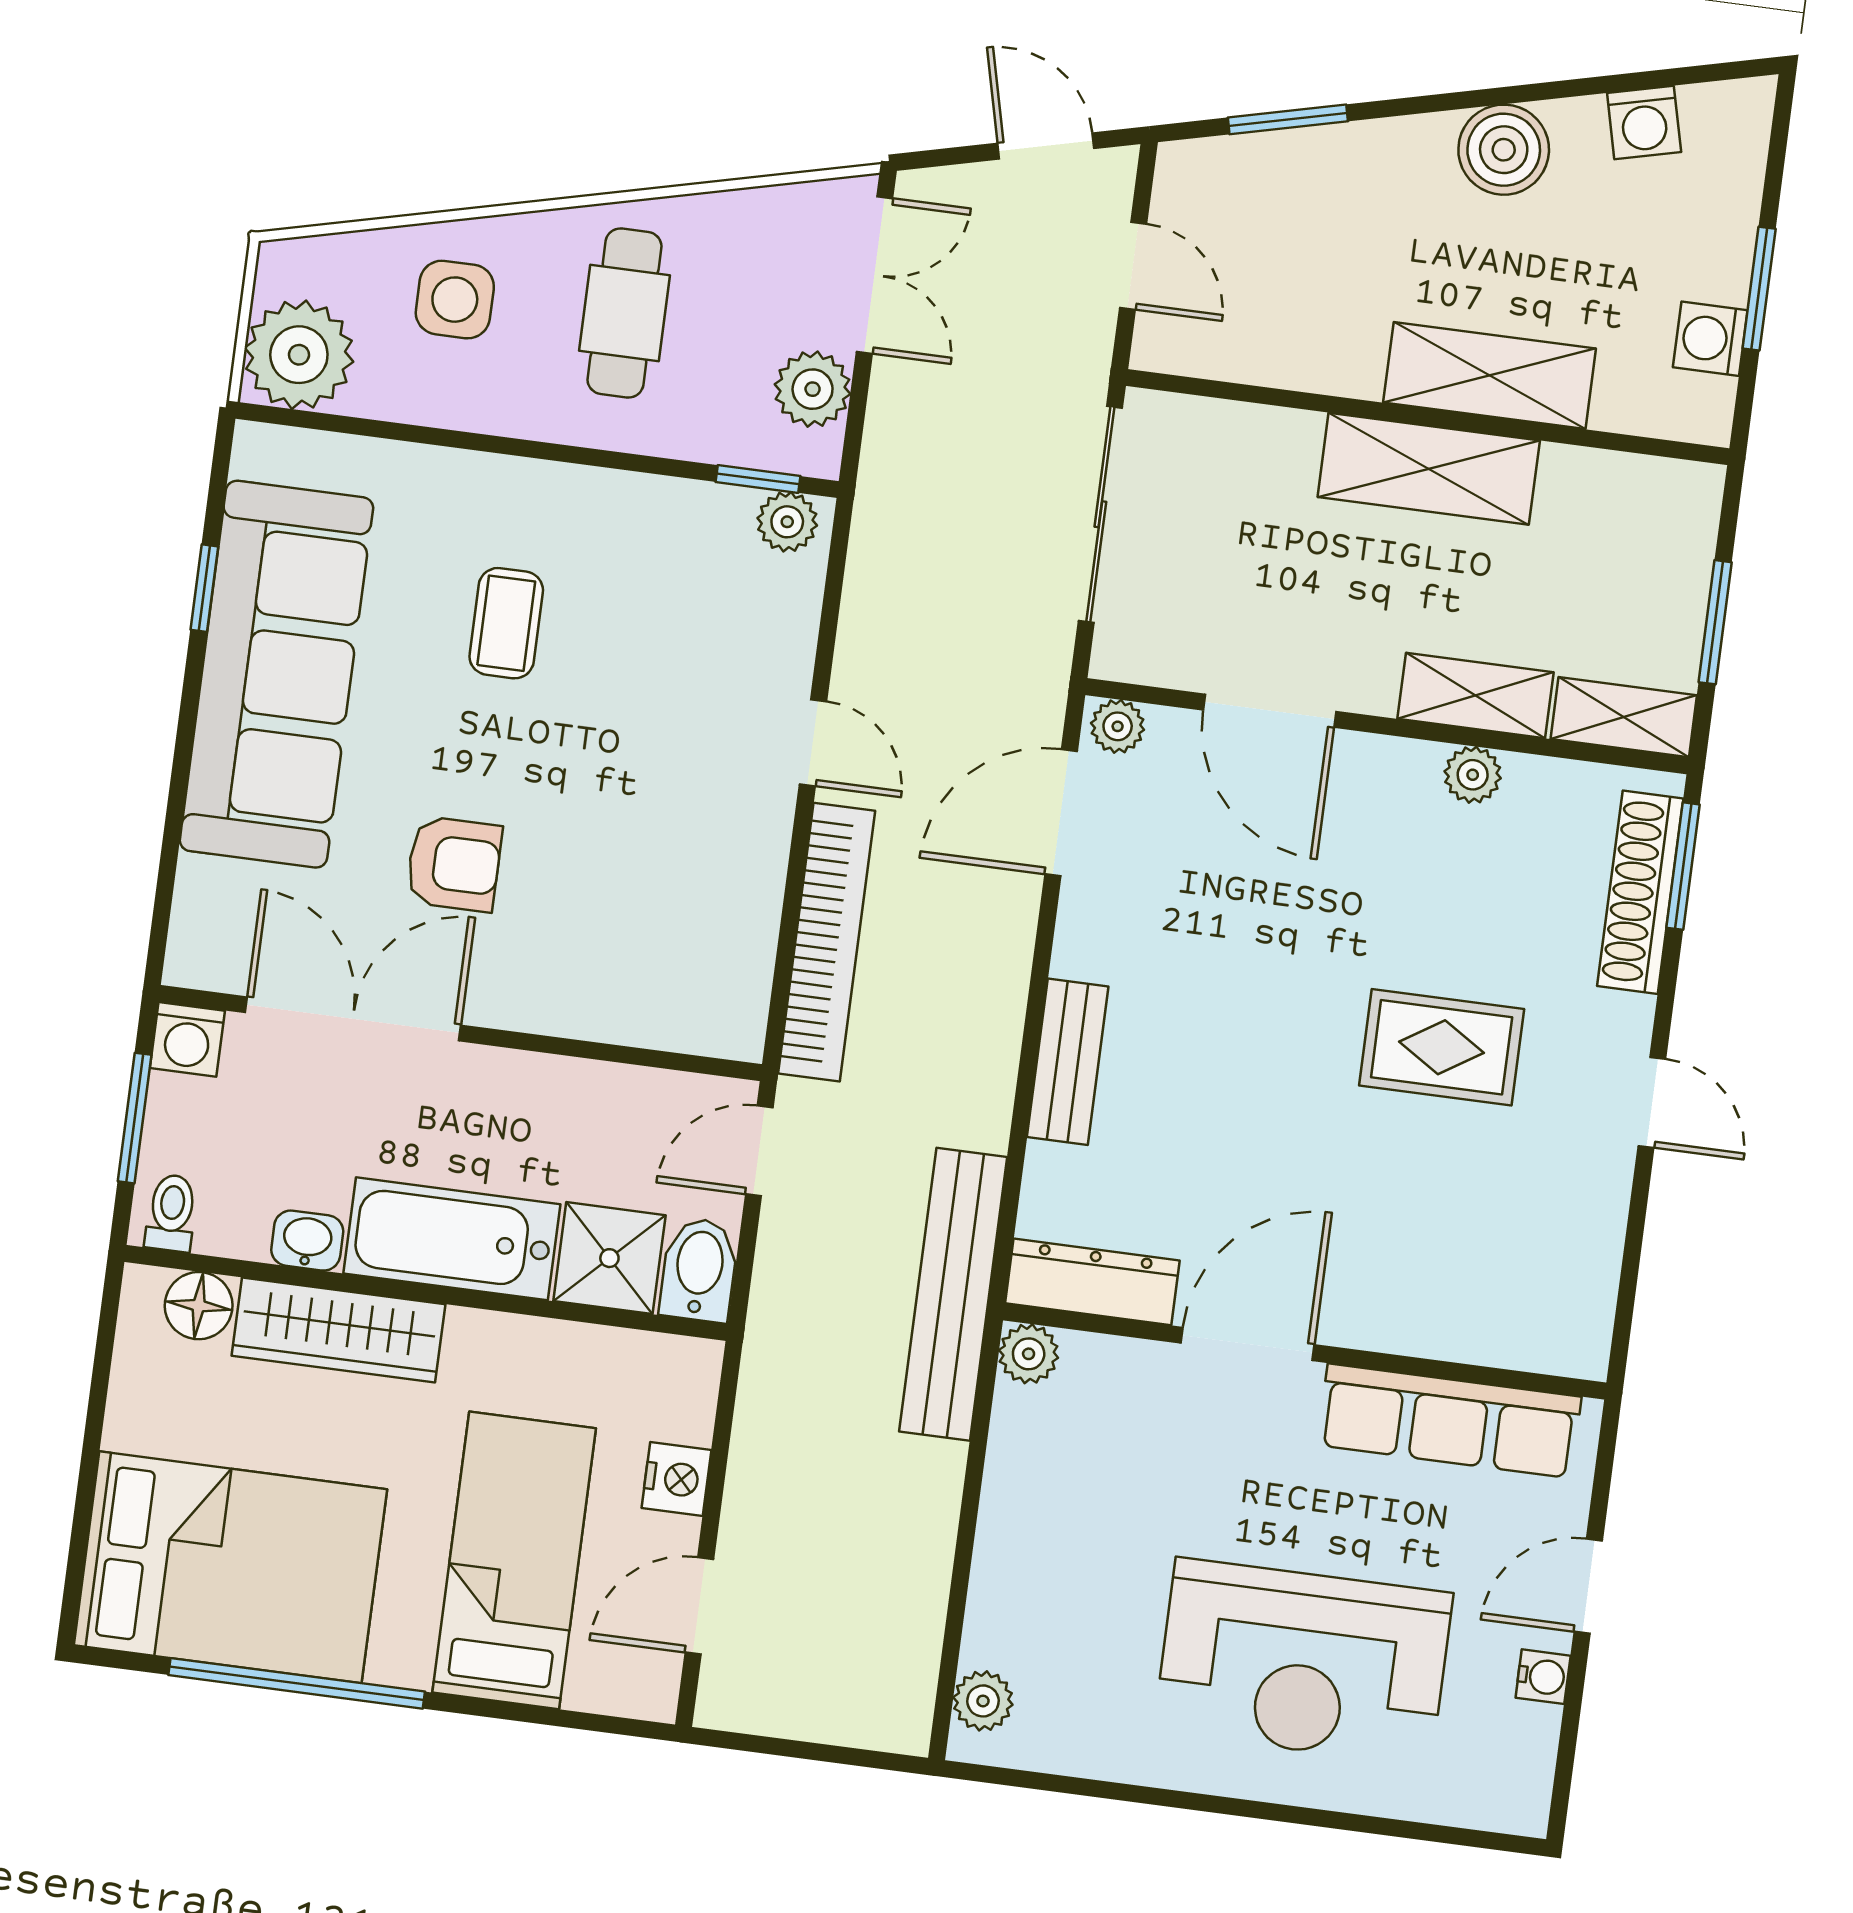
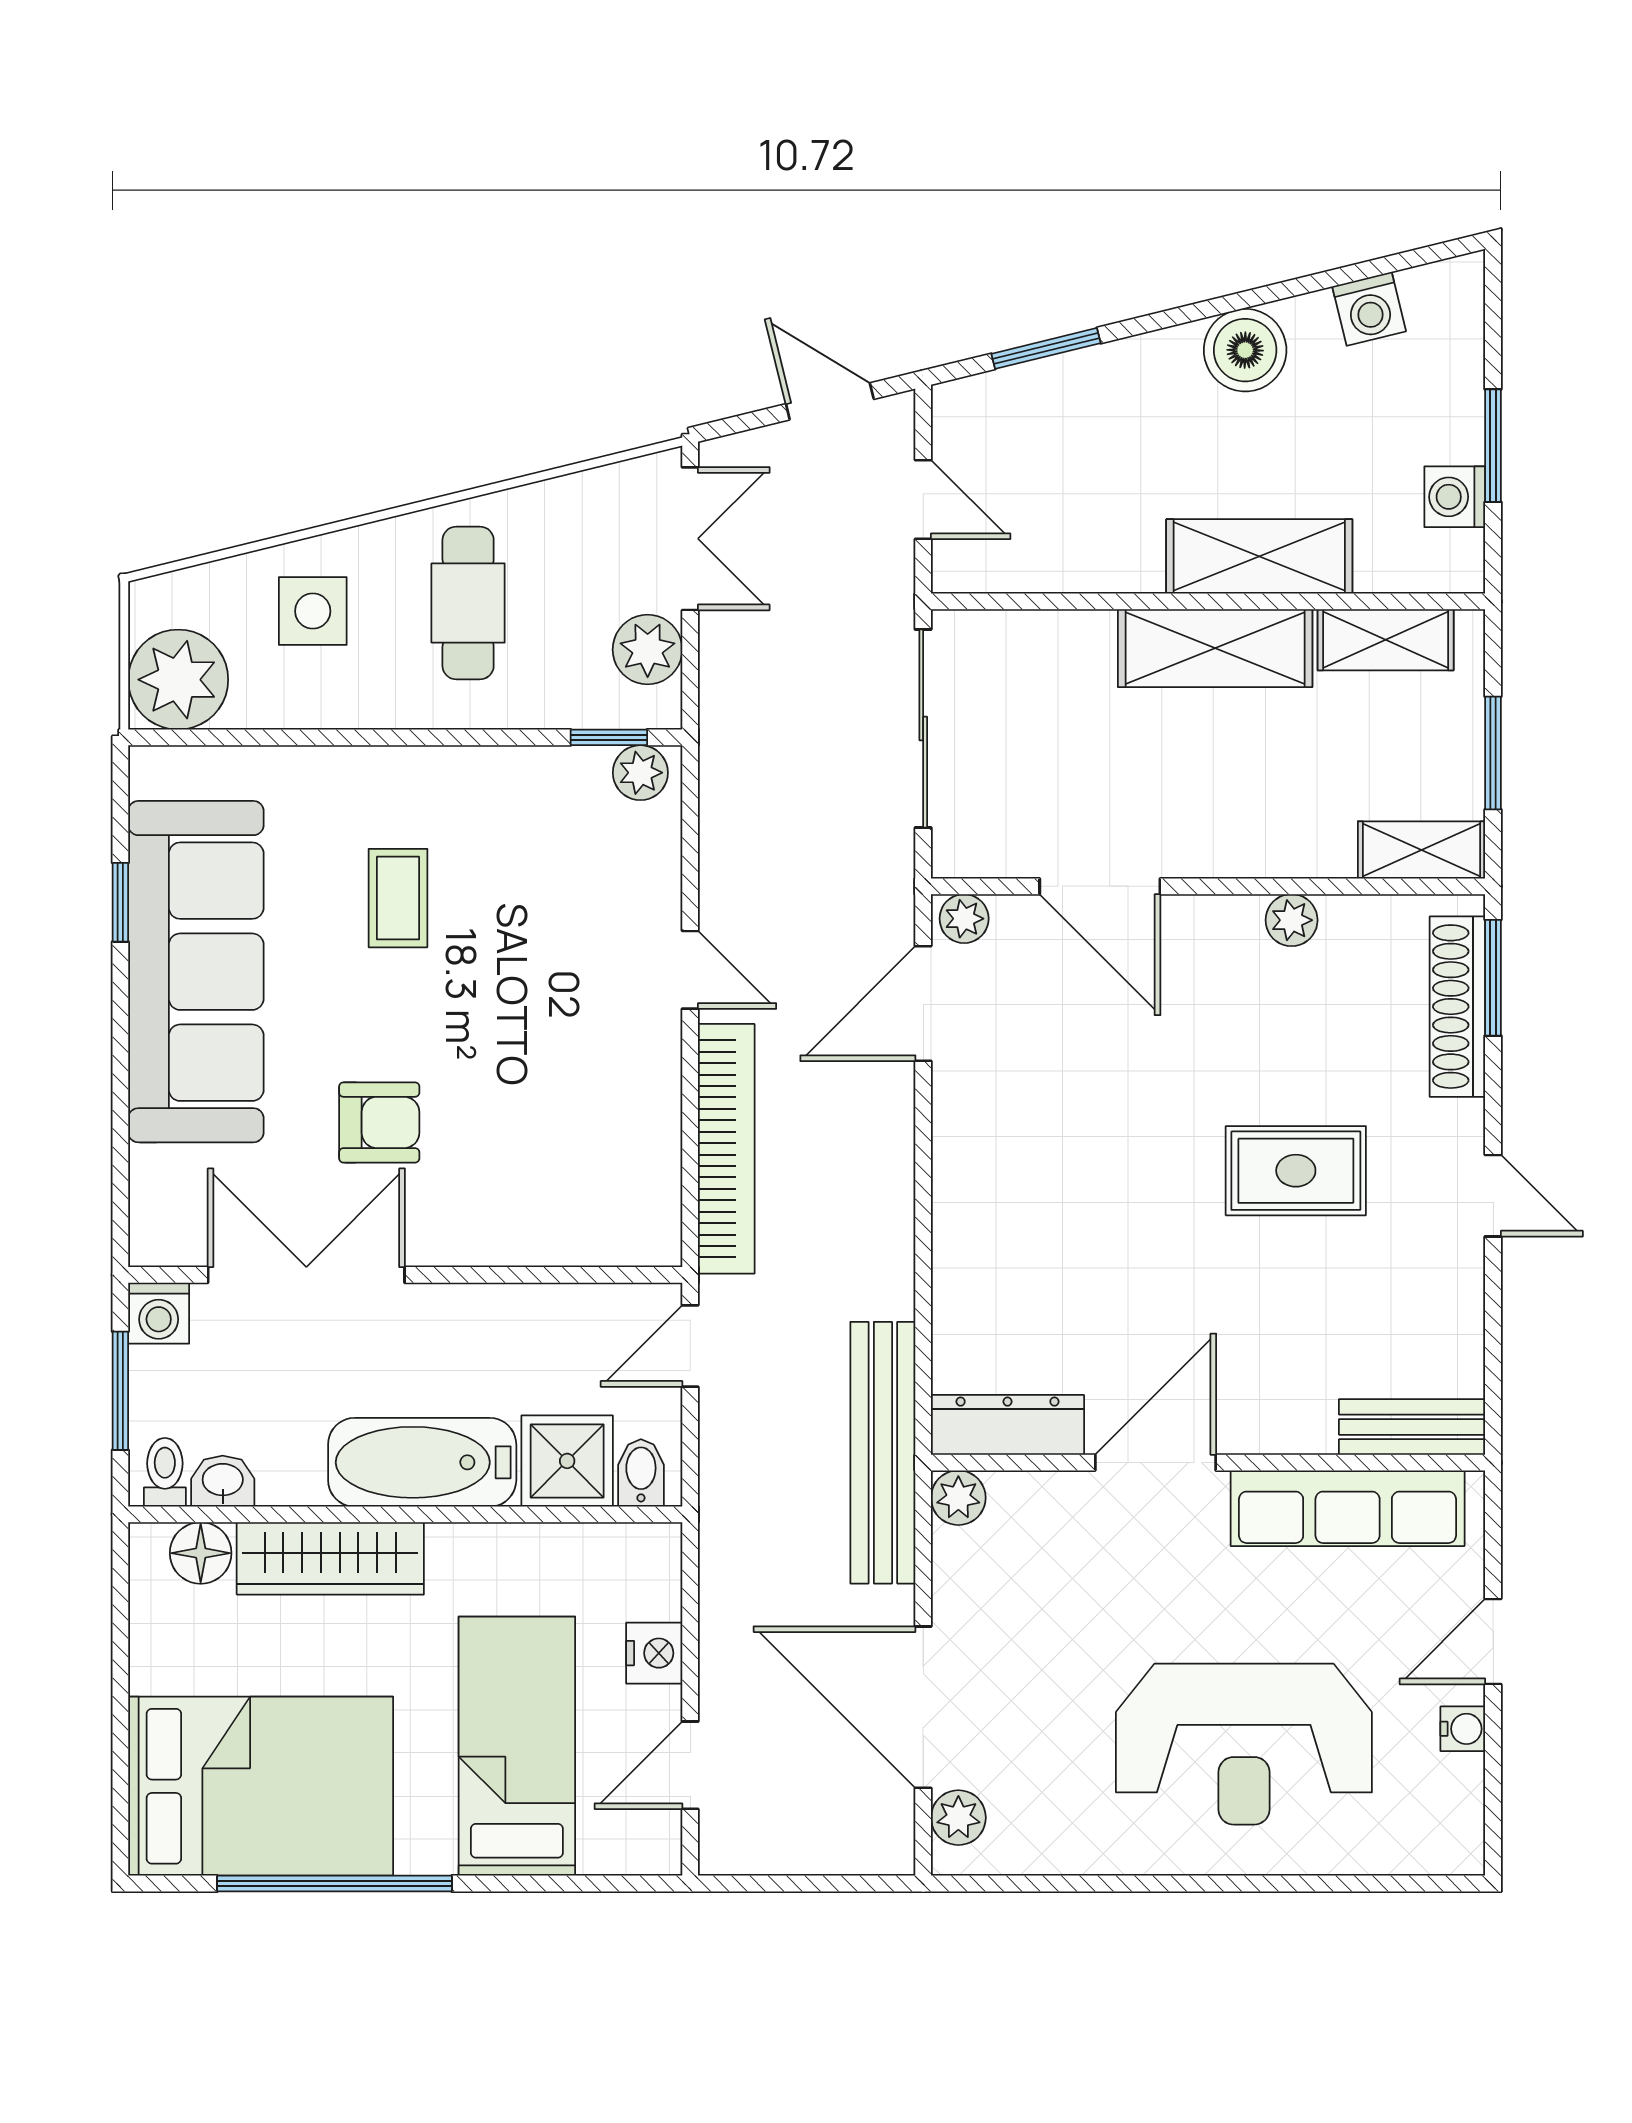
shelving: (1476, 696) -> (1386, 640), moved
bench: (1068, 1062) -> (1412, 1427), moved, turned 90
washbasin: (307, 1241) -> (223, 1481), moved
bidet: (699, 1270) -> (641, 1473), width x0.72, depth x0.74
door: (961, 1576) -> (923, 1707), added

